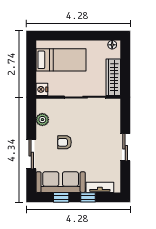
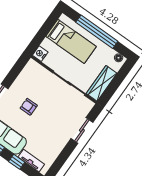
window: (77, 36) -> (97, 32), added
plant: (42, 120) -> (24, 77), removed
sliding door: (125, 147) -> (82, 130), moved

